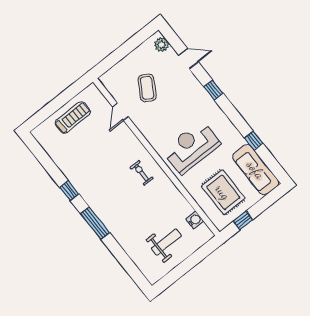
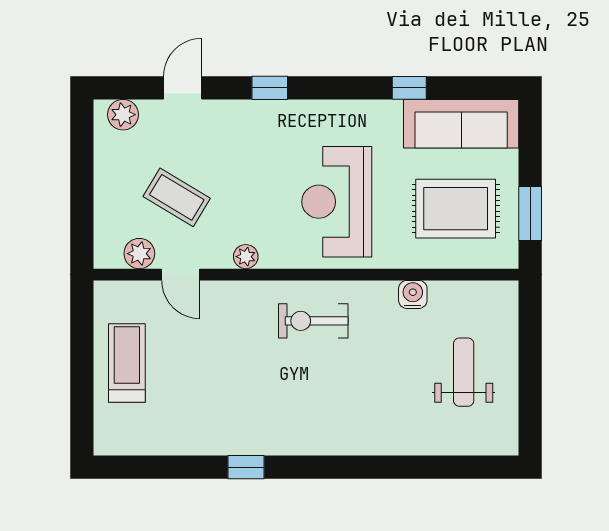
plant: (116, 91) -> (139, 254), added
plant: (145, 130) -> (246, 257), added
exercise bike: (142, 173) -> (313, 321), width x1.38, depth x1.39
water cooler: (195, 220) -> (413, 294), moved
window: (243, 221) -> (530, 213), width x1.50
window: (95, 223) -> (335, 467), removed

